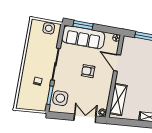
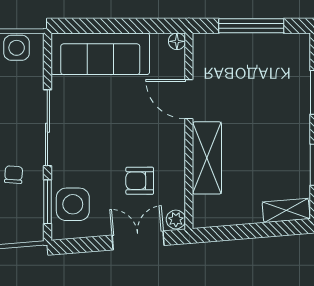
window: (83, 25) -> (95, 26), removed
armchair: (88, 71) -> (140, 181), moved
shelving: (118, 100) -> (207, 158), moved

